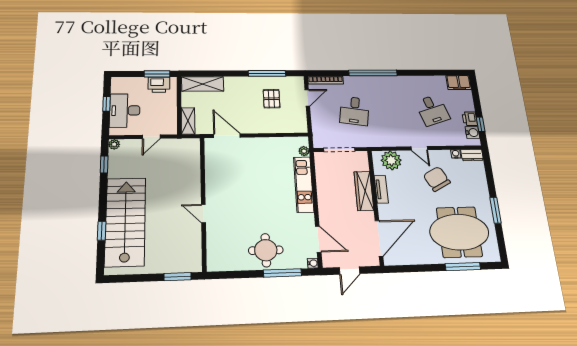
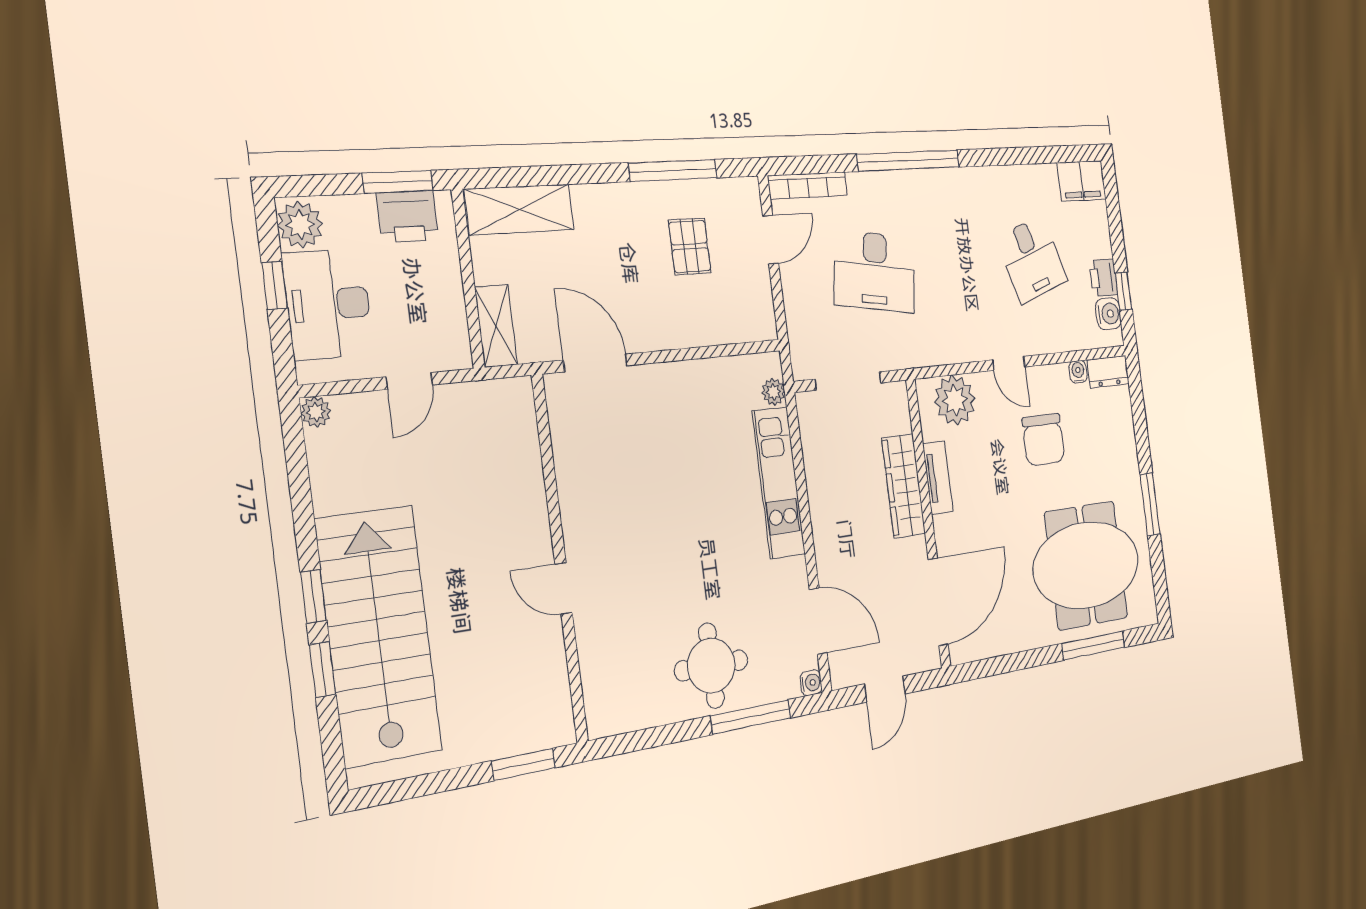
plant: (119, 86) -> (300, 225), added
desk: (355, 111) -> (875, 271), width x1.37
window: (104, 164) -> (313, 596), moved
chair: (437, 179) -> (1043, 440), turned -152

